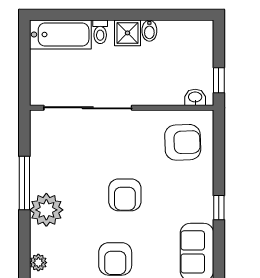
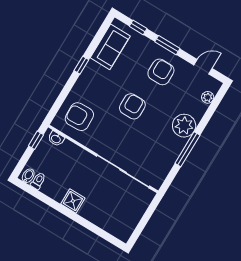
bidet: (149, 31) -> (28, 176), moved
toilet: (100, 32) -> (38, 181), moved
bathtub: (60, 34) -> (113, 224), removed

